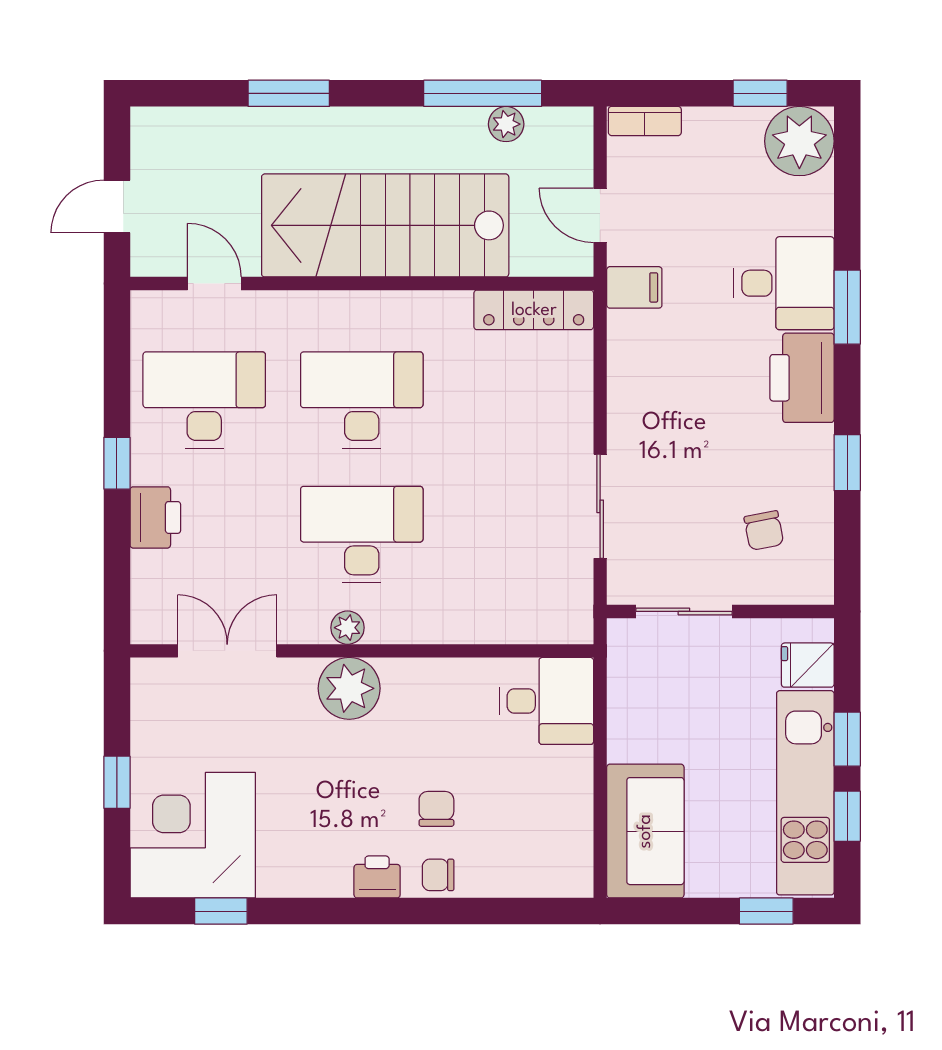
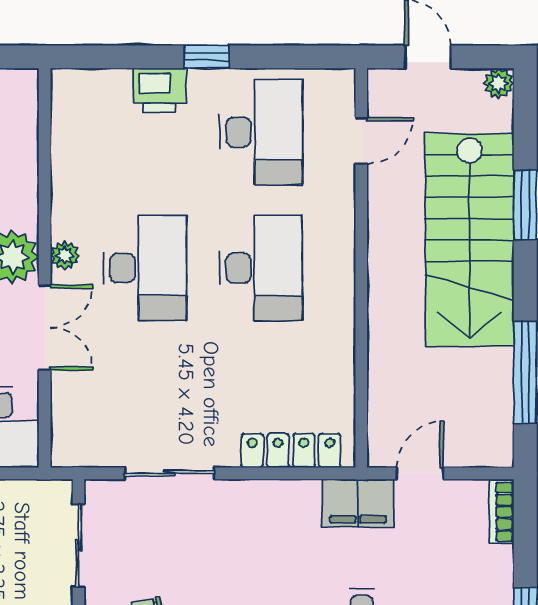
plant: (506, 124) -> (499, 83), moved
stairs: (385, 225) -> (470, 240), moved, turned 180
filing cabinet: (634, 287) -> (358, 503), width x2.00
locker: (534, 310) -> (291, 451), moved, turned 90
double door: (227, 651) -> (45, 328), moved

